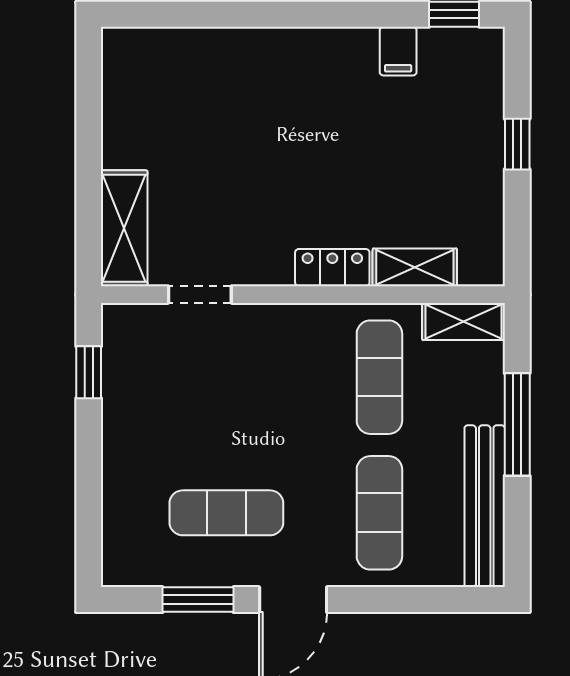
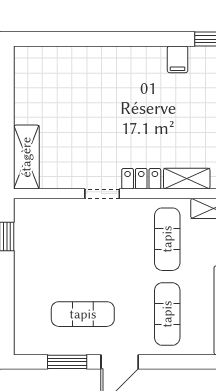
doorway: (200, 295) -> (102, 194), moved

